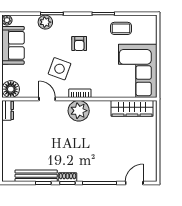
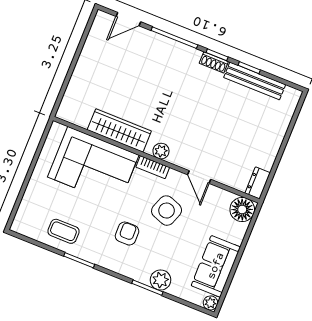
corner sofa: (138, 71) -> (93, 166), moved, turned 90
wardrobe: (132, 108) -> (119, 130), moved
plant: (79, 111) -> (161, 151), width x0.53, depth x0.53

